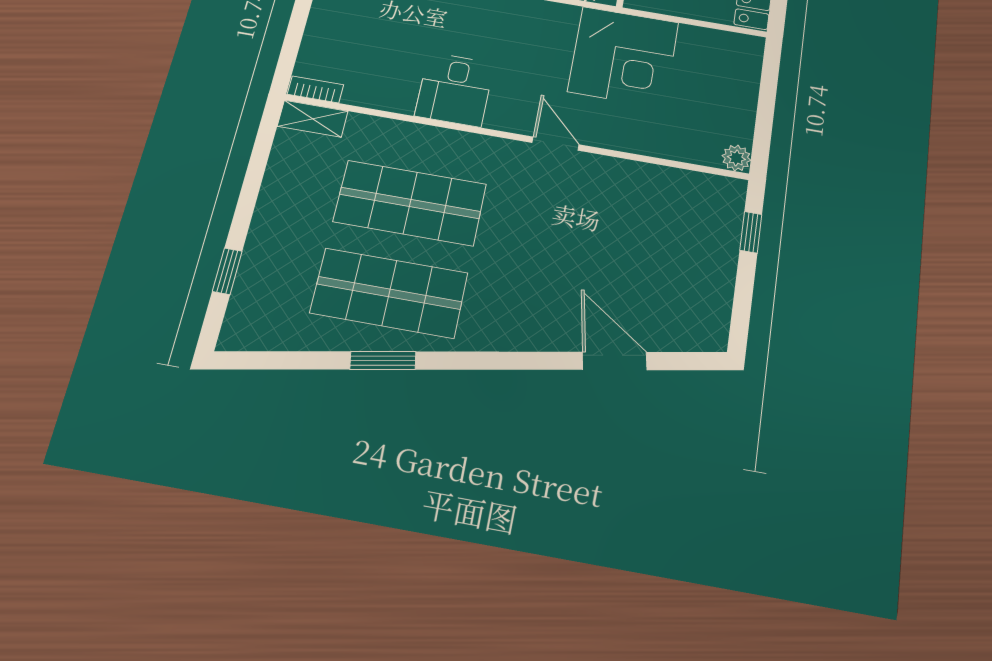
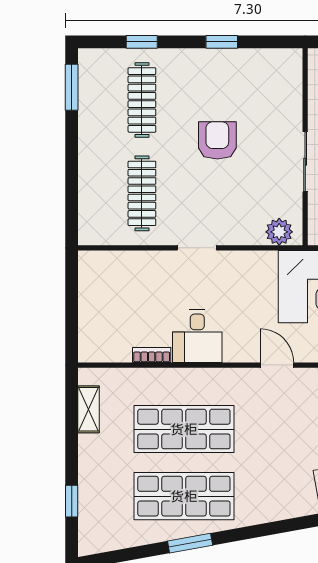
bookcase: (315, 89) -> (152, 355), moved
shelving: (313, 119) -> (88, 409), moved, turned 90

